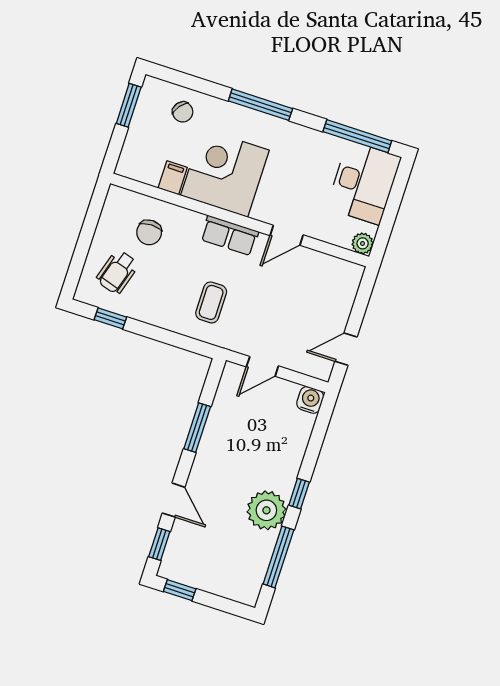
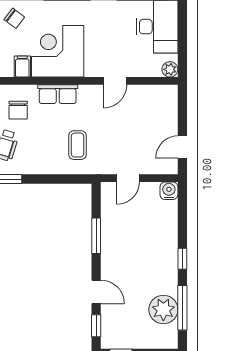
row of seats: (230, 235) -> (58, 94), moved
plant: (266, 510) -> (163, 309), moved

